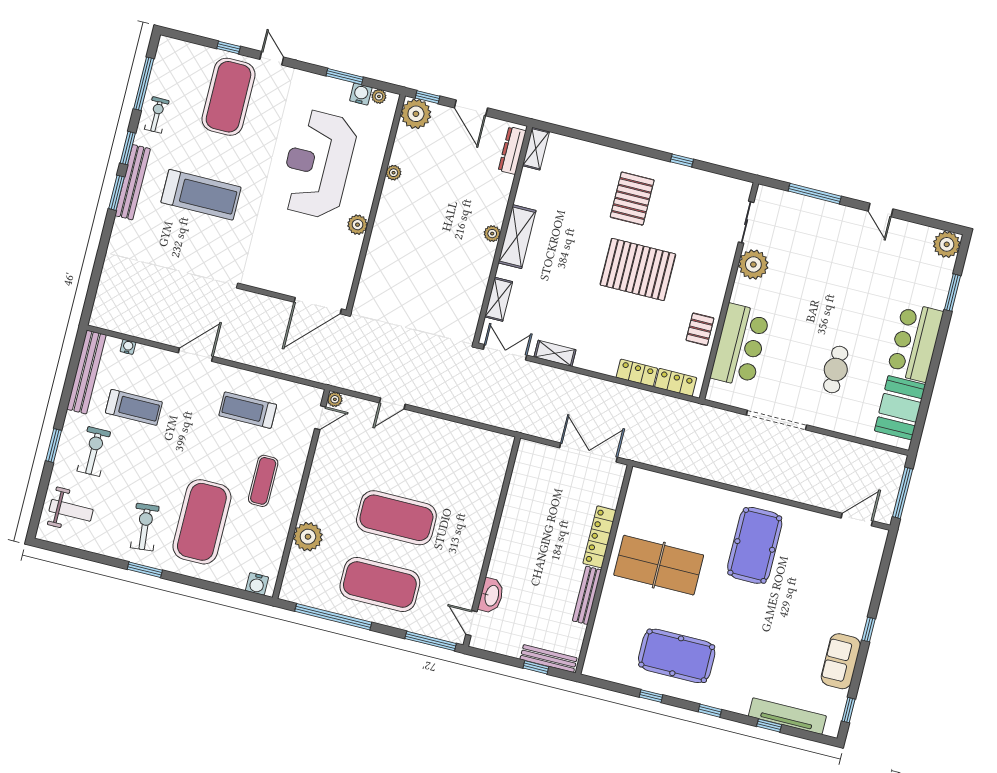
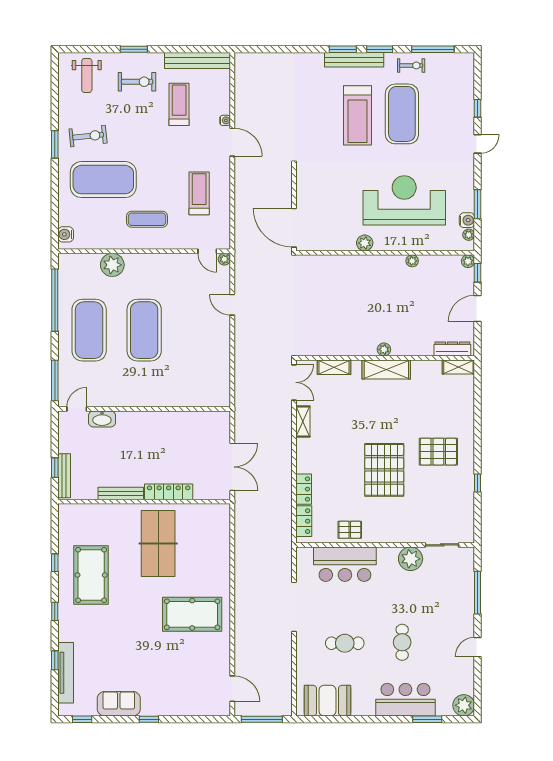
exercise mat: (228, 97) -> (402, 114), moved, turned 90
plant: (416, 114) -> (468, 261), width x0.53, depth x0.53
cafe table: (852, 300) -> (402, 642), added
bar counter: (915, 342) -> (405, 700), moved
water cooler: (128, 347) -> (225, 120), moved
treadmill: (134, 407) -> (179, 104), turned 180

